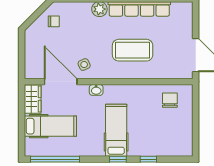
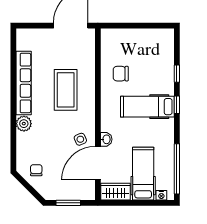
window: (22, 53) -> (68, 203), added
washbasin: (96, 90) -> (106, 139), moved
chair: (170, 100) -> (121, 74), moved
nightstand: (29, 144) -> (161, 195), added

